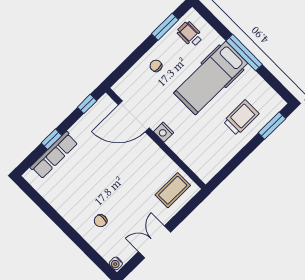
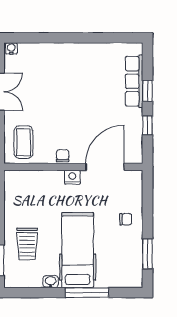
wheelchair: (190, 34) -> (124, 267), removed
window: (244, 53) -> (87, 293), moved
washbasin: (251, 75) -> (51, 282), added
window: (87, 104) -> (147, 125), moved
chair: (101, 221) -> (63, 156), moved

